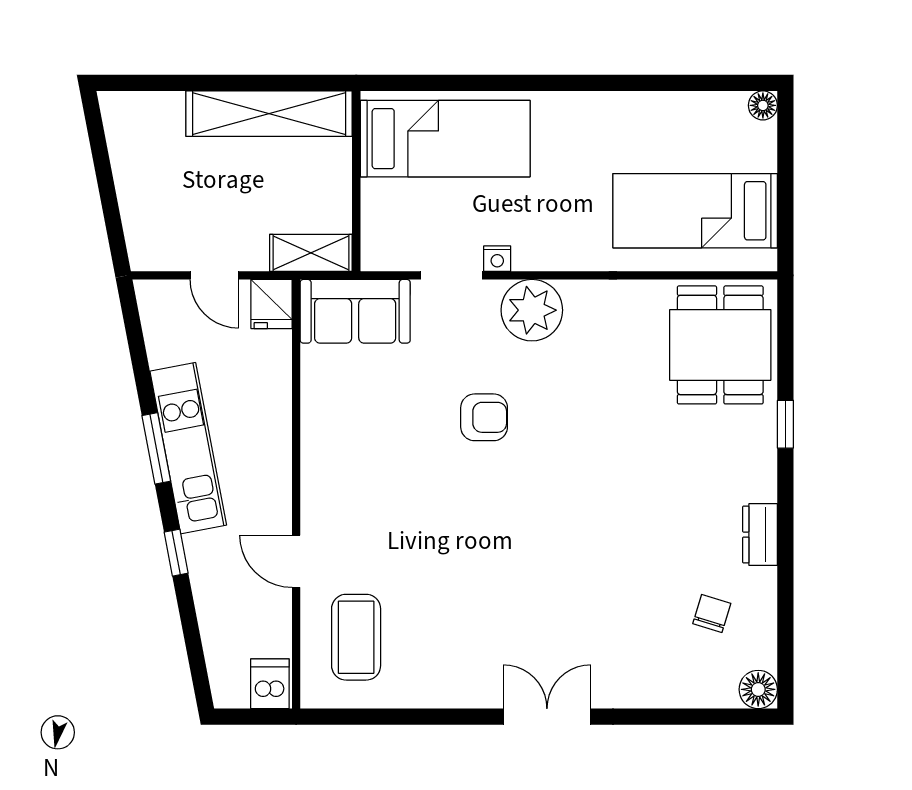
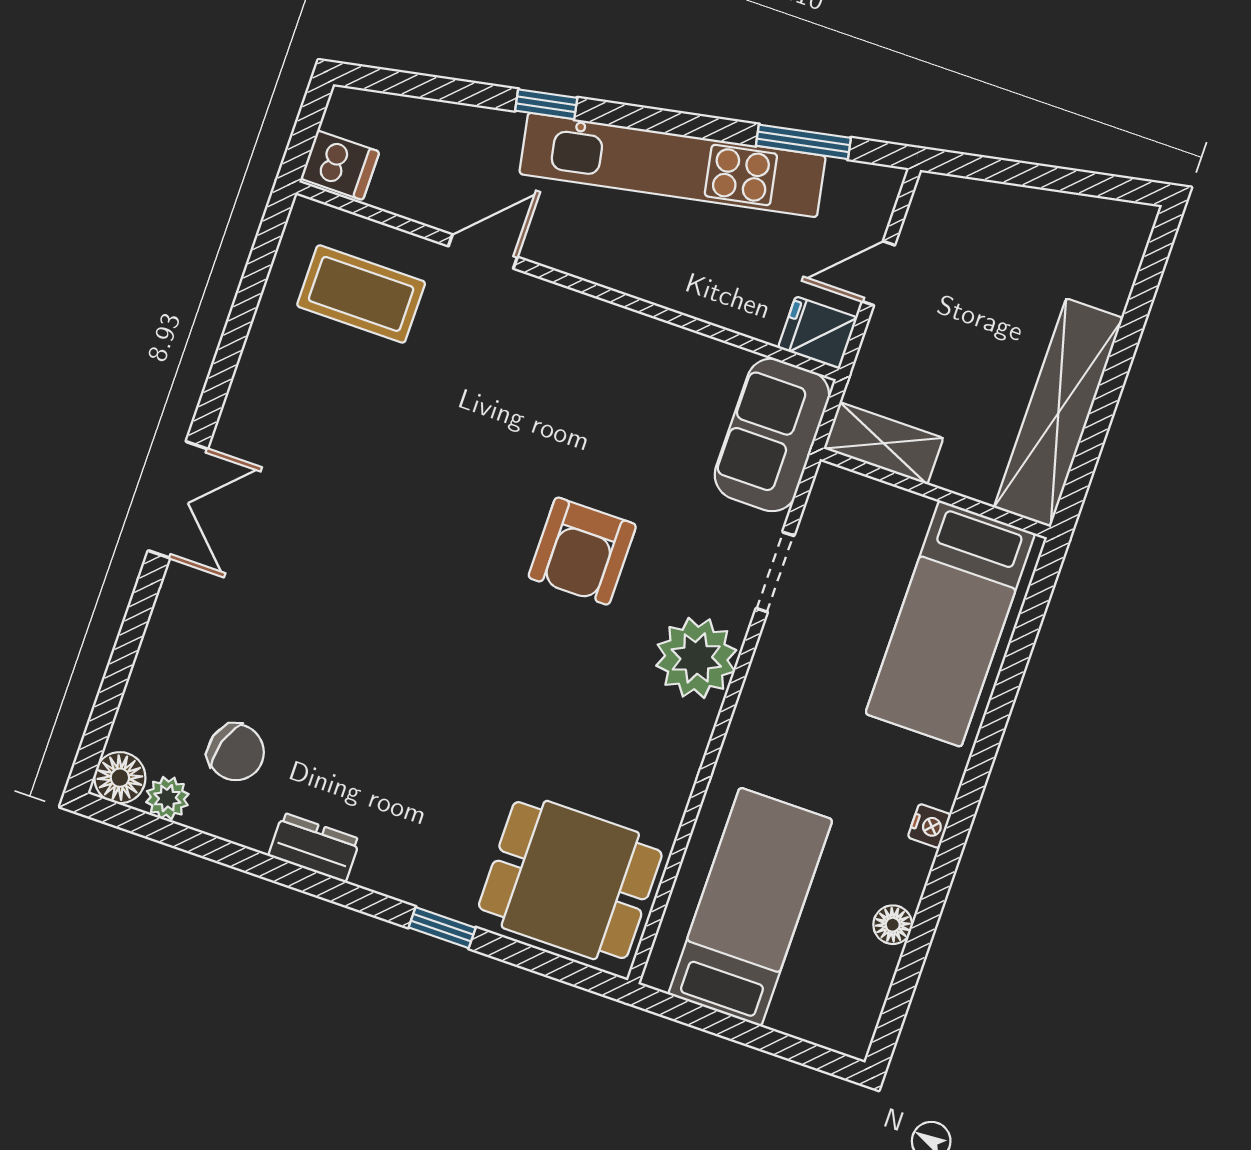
floor lamp: (763, 105) -> (893, 925), moved
shelving: (311, 253) -> (883, 443), moved, turned 90
nightstand: (497, 259) -> (929, 826), moved, turned 180
armchair: (484, 417) -> (582, 551), width x1.38, depth x1.38
window: (156, 448) -> (803, 142), moved
kitchen unit: (188, 448) -> (672, 165), width x1.36
chair: (712, 613) -> (236, 752), width x1.37, depth x1.37
plant: (761, 651) -> (167, 798), added

